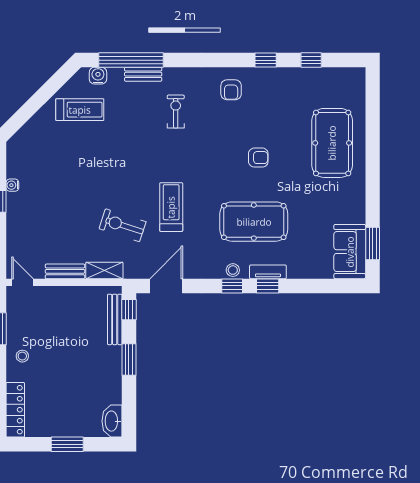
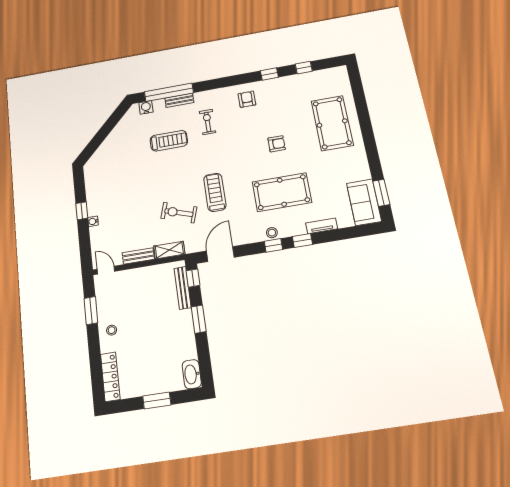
armchair: (231, 90) -> (247, 99), turned 180
treadmill: (80, 110) -> (169, 141), moved
water cooler: (12, 185) -> (93, 221), moved
tv unit: (268, 272) -> (322, 226), moved

